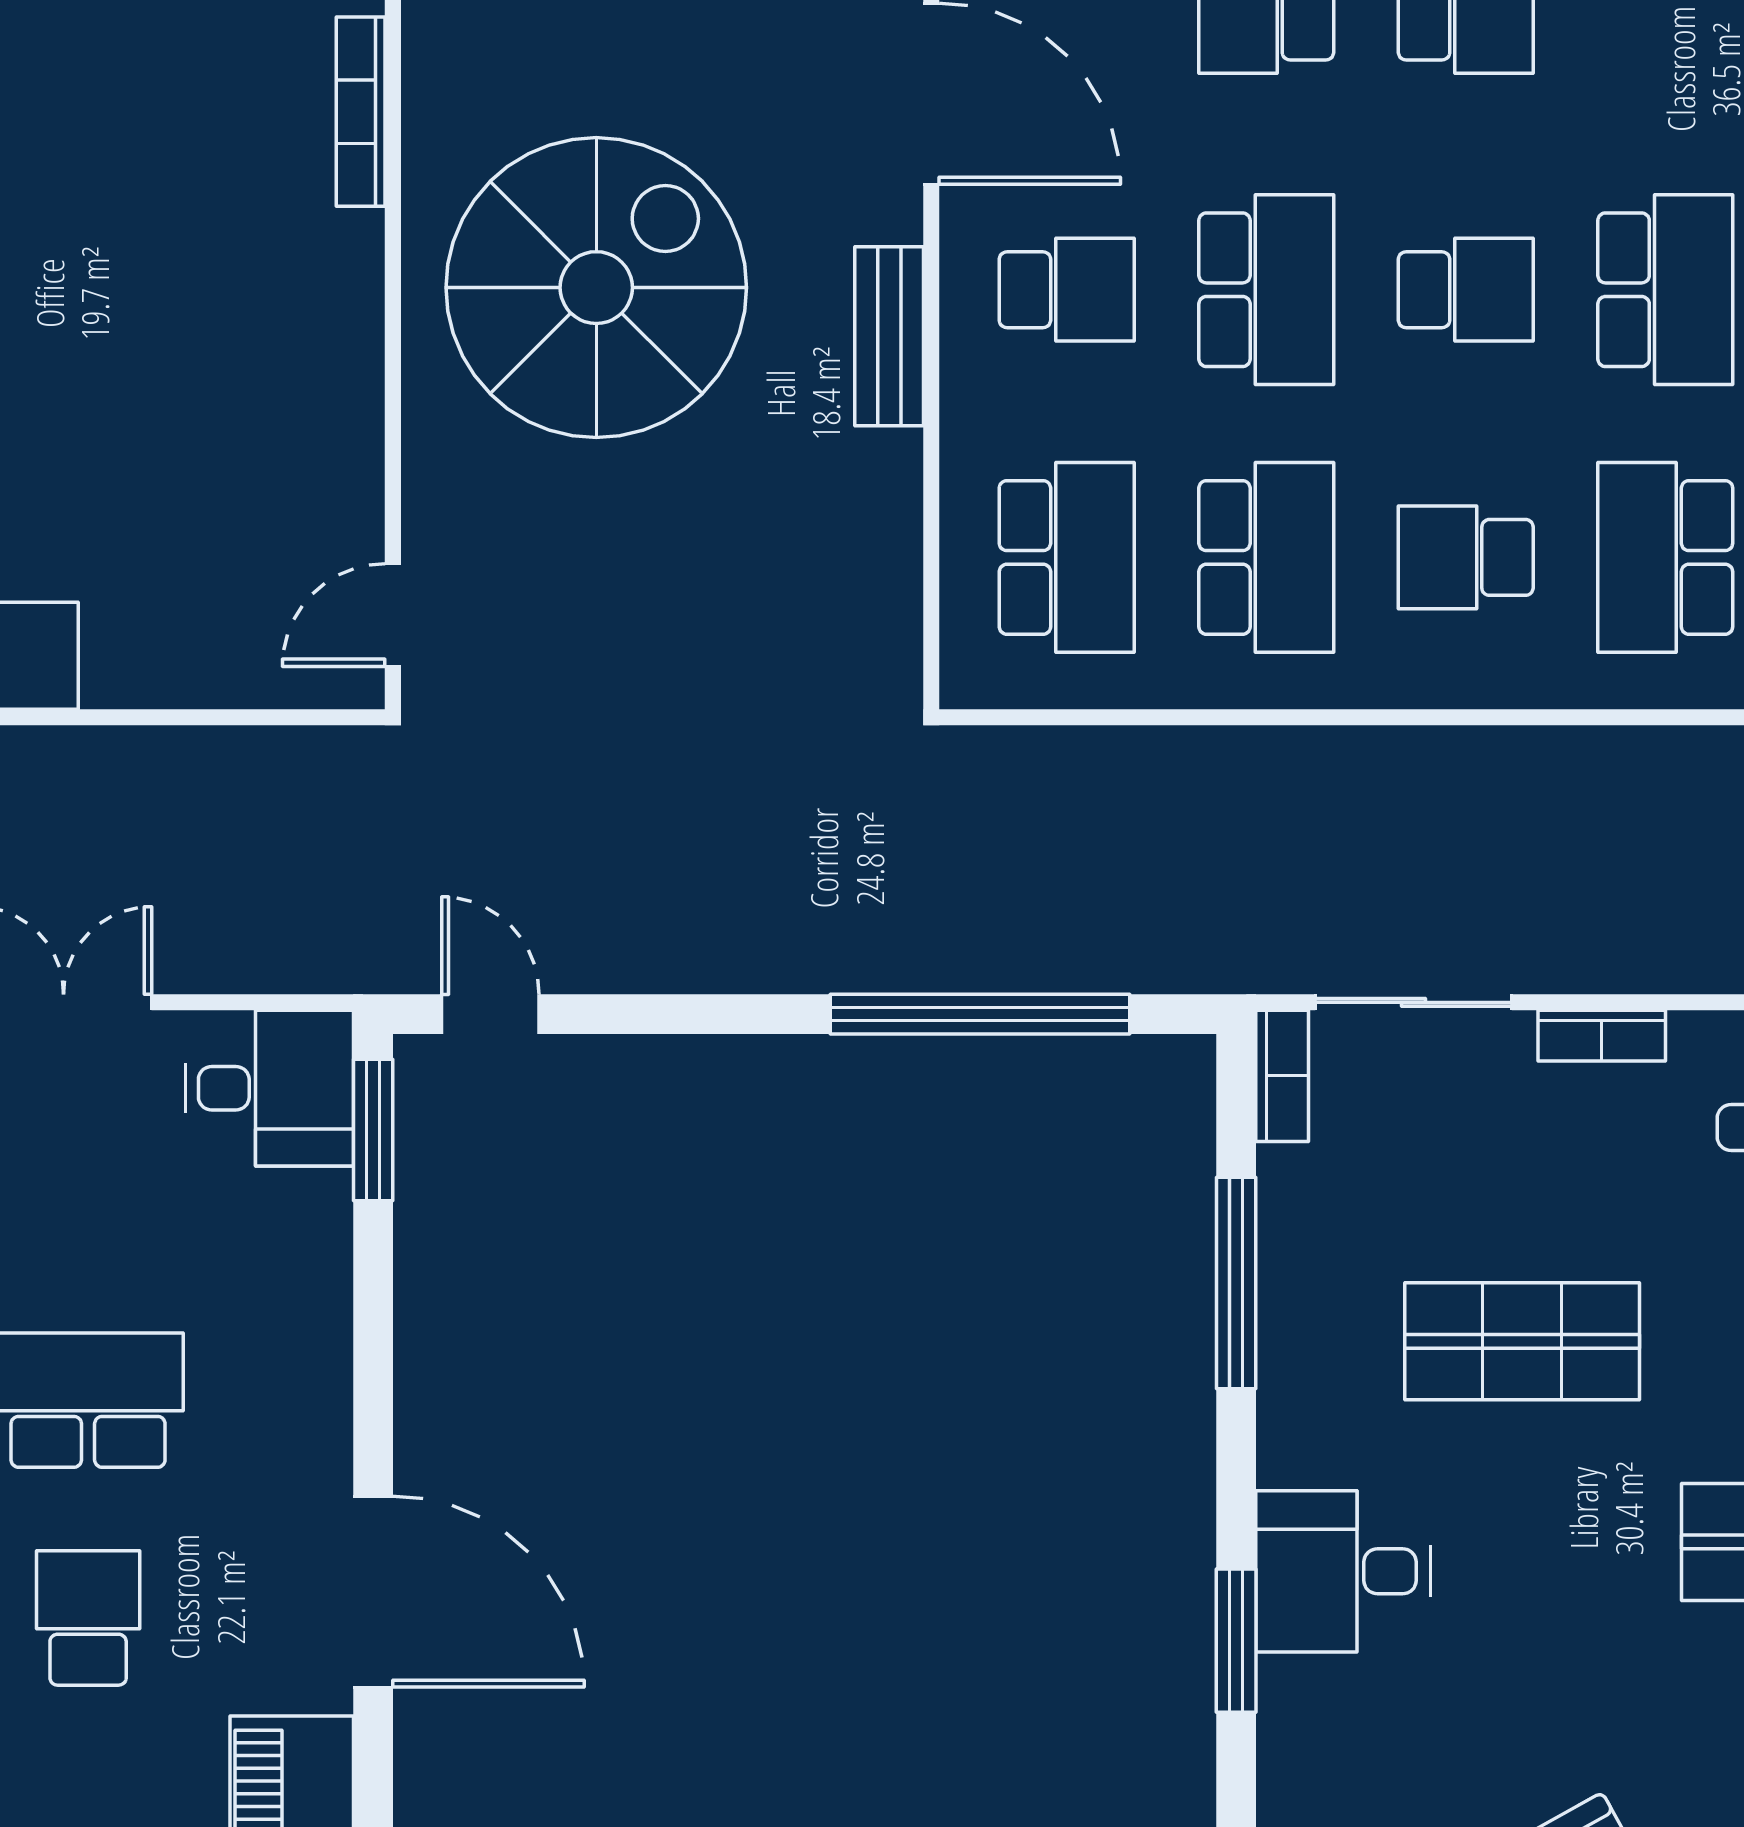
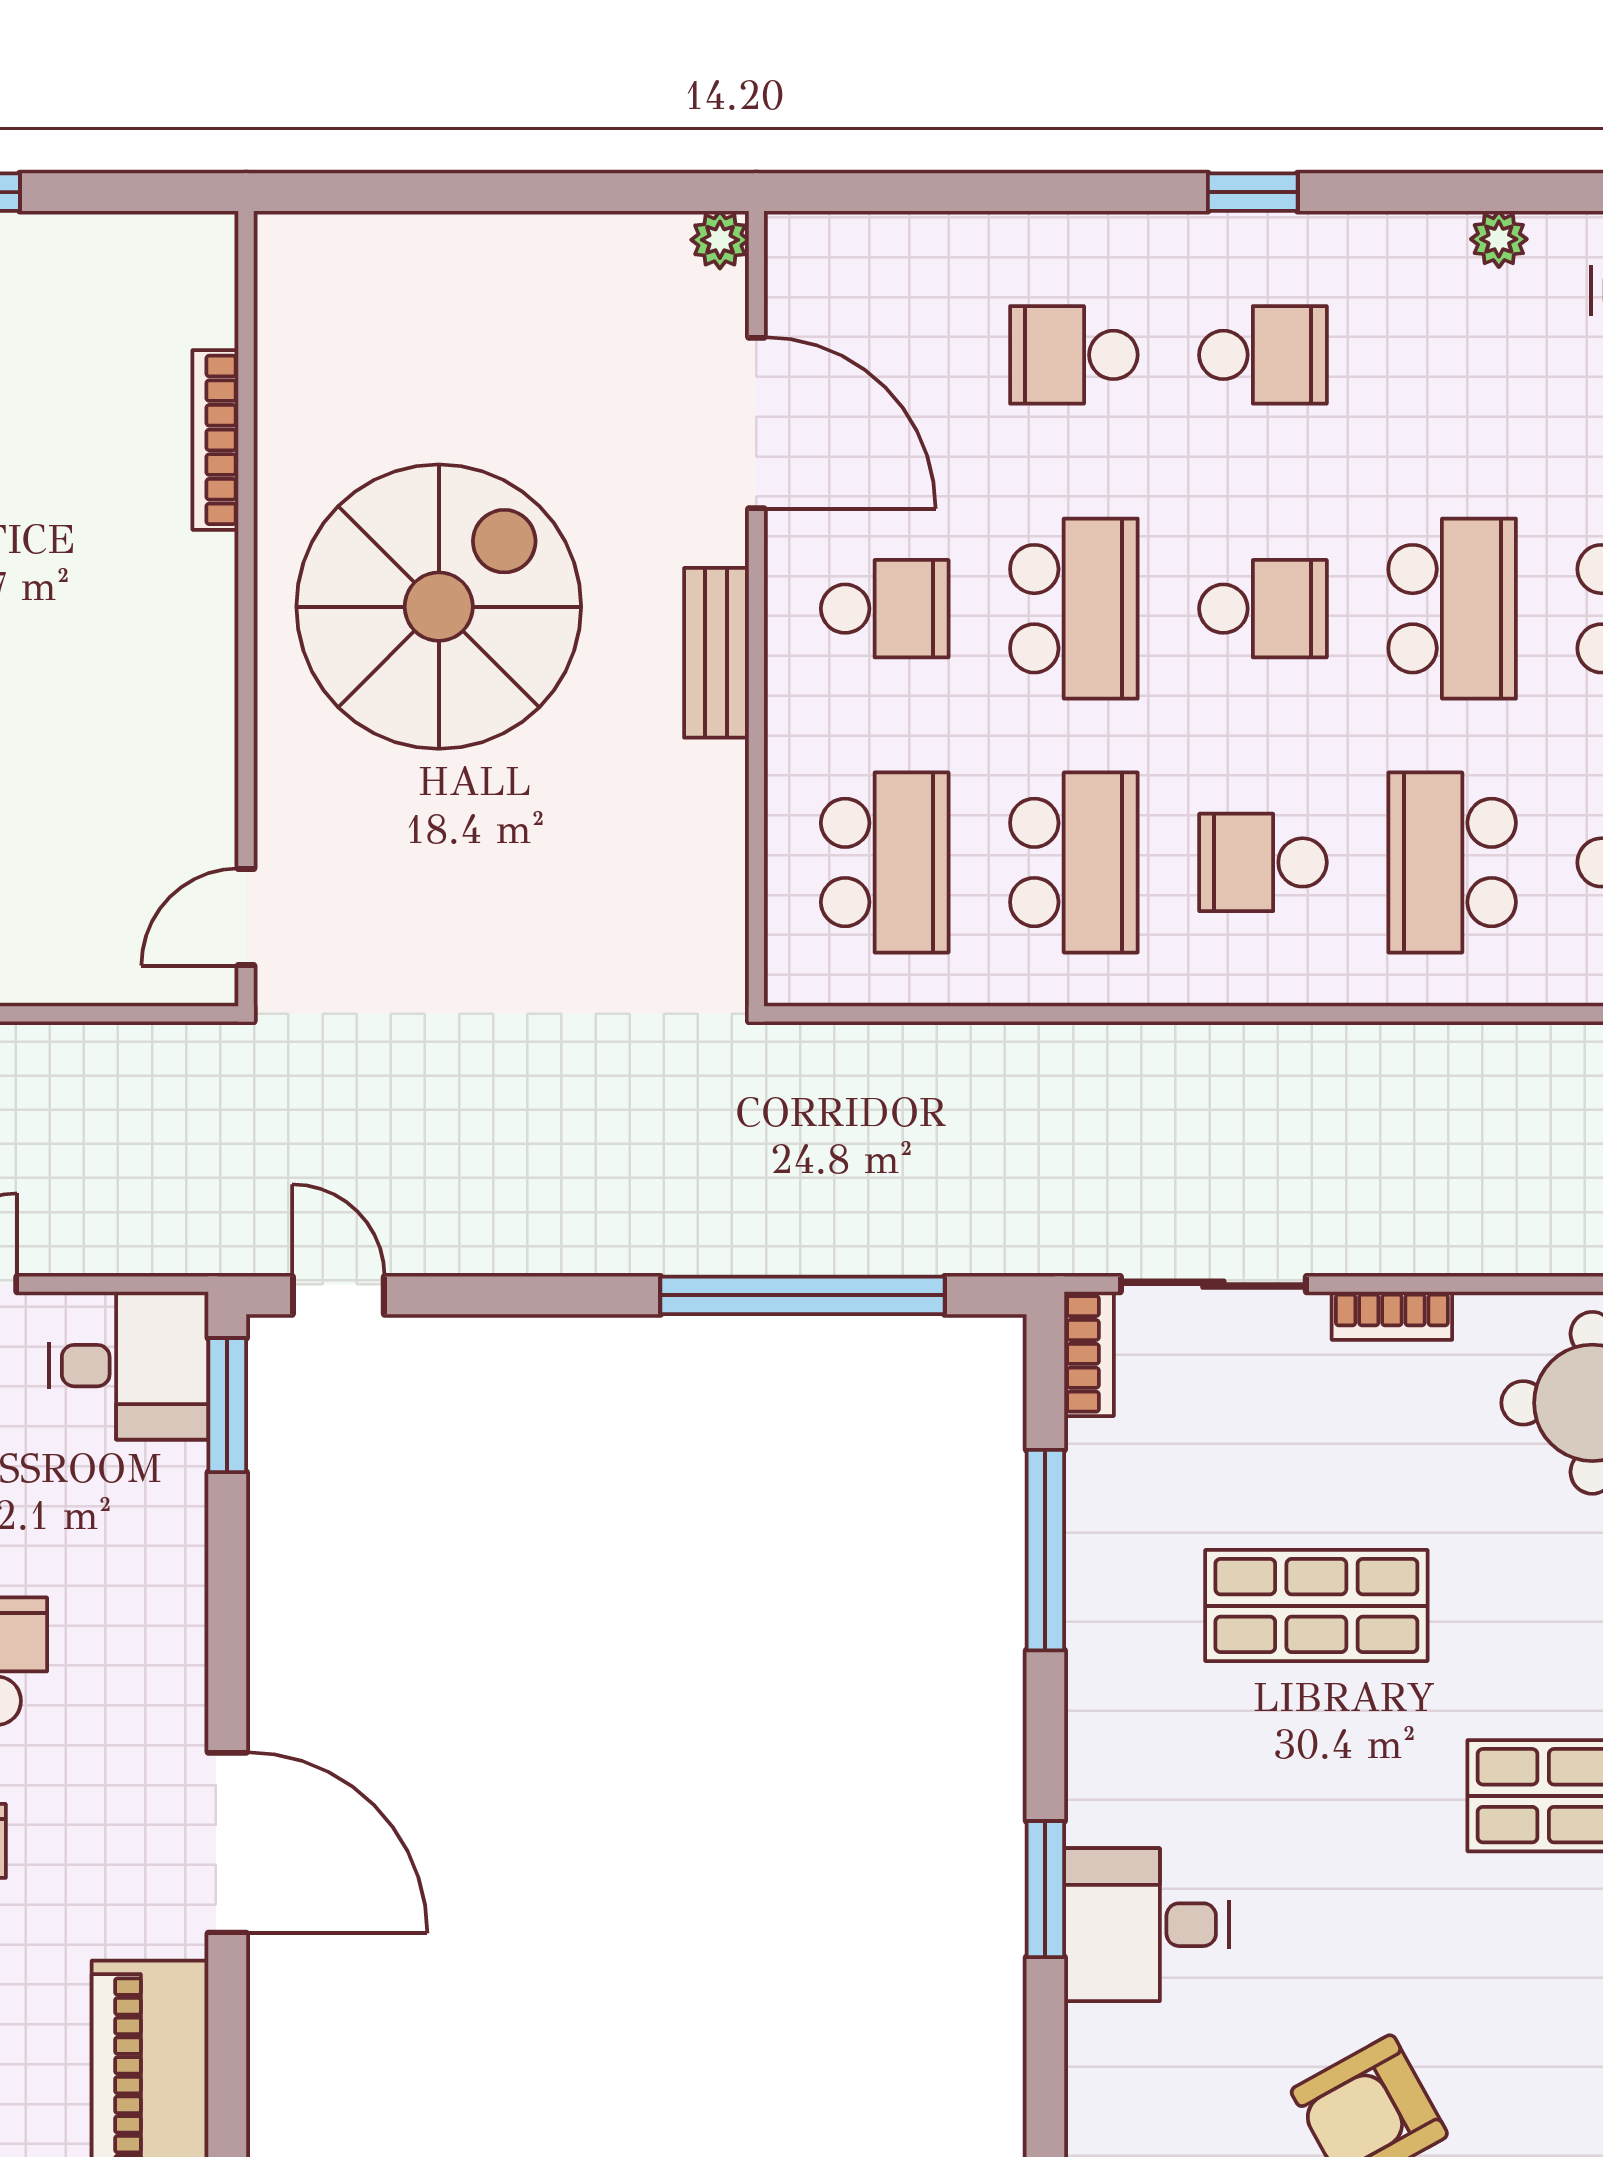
desk: (1343, 1571) -> (1147, 1925), moved

